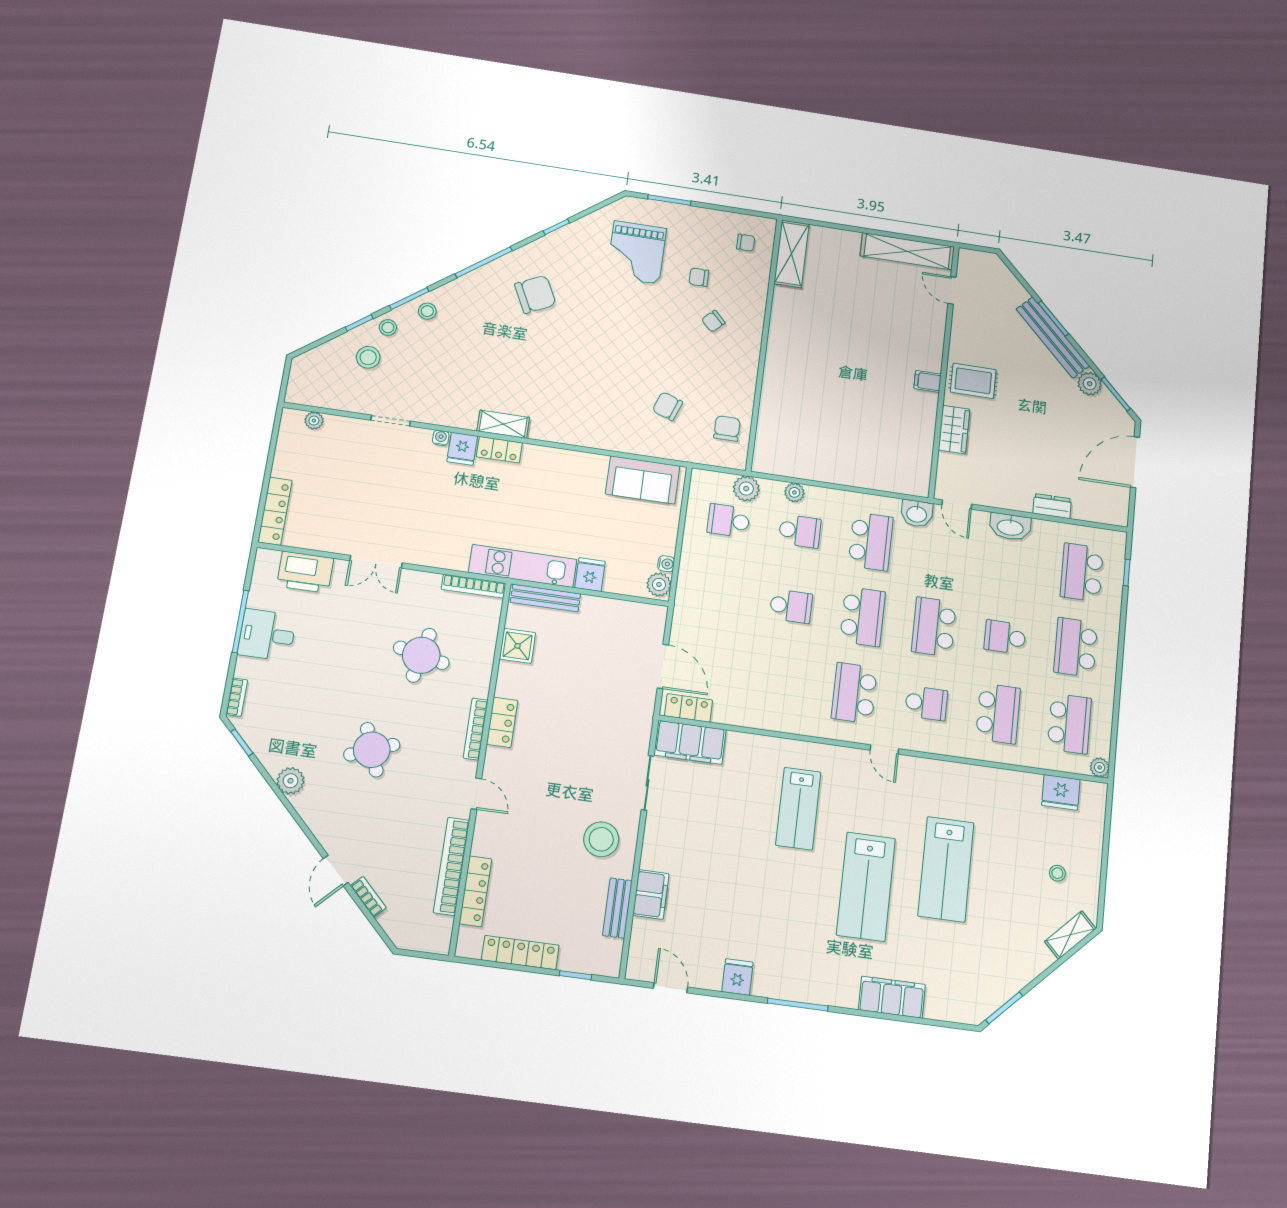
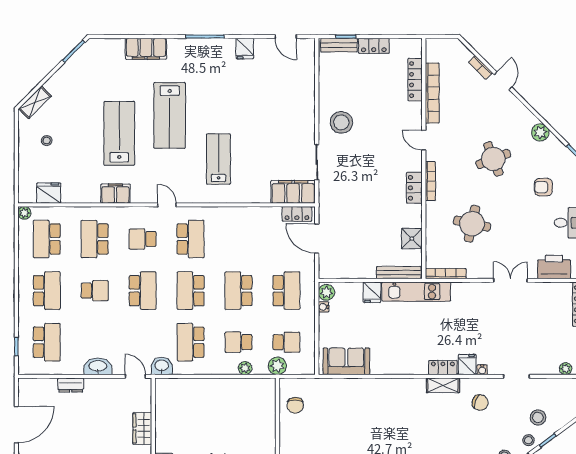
chair: (668, 406) -> (480, 403), moved
school desk: (719, 596) -> (286, 291), added
school desk: (791, 606) -> (238, 291), width x1.85
armchair: (300, 695) -> (543, 187), added
lab bench: (866, 887) -> (170, 115), turned 180
filing cabinet: (651, 894) -> (115, 194), moved, turned 90
bench: (617, 908) -> (339, 45), moved, turned 90
locker: (520, 953) -> (374, 46), width x0.66

